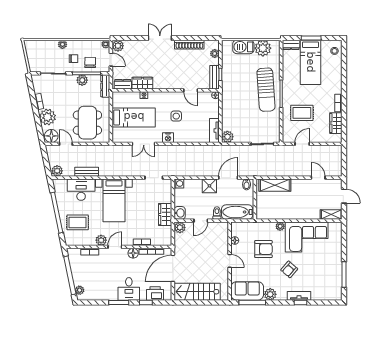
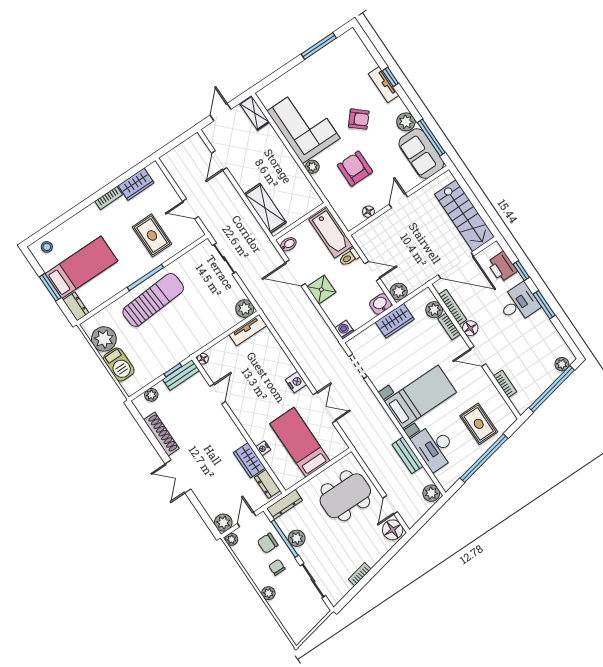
side table: (176, 116) -> (262, 390), removed
plant: (47, 117) -> (372, 551), removed
plant: (101, 240) -> (434, 310), moved

